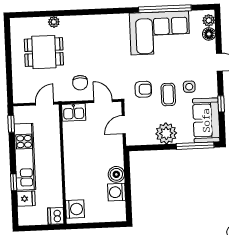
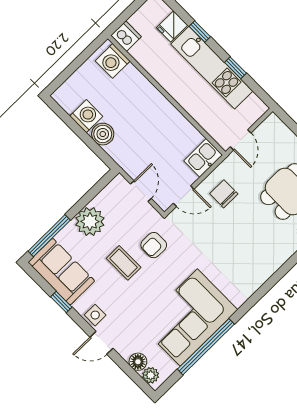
side table: (189, 87) -> (95, 315), moved
window: (11, 124) -> (235, 68), moved

